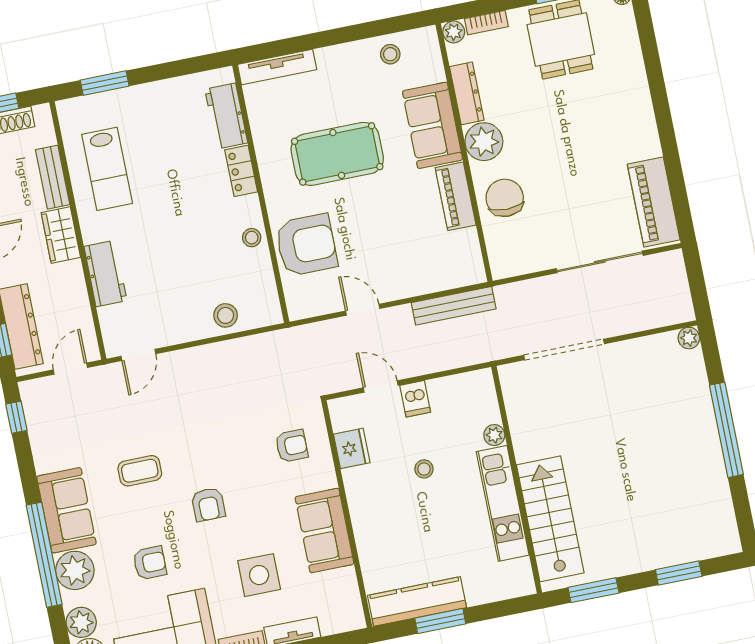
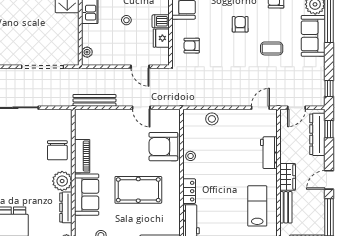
dishwasher: (415, 399) -> (161, 21), moved, turned -90
plant: (494, 435) -> (87, 52), moved

